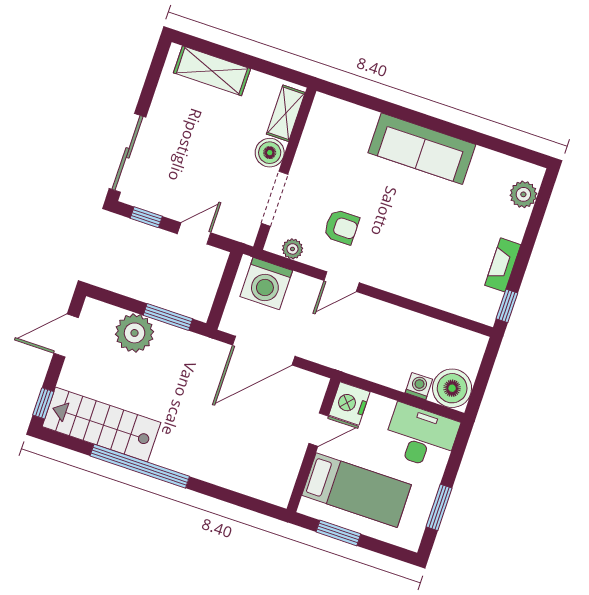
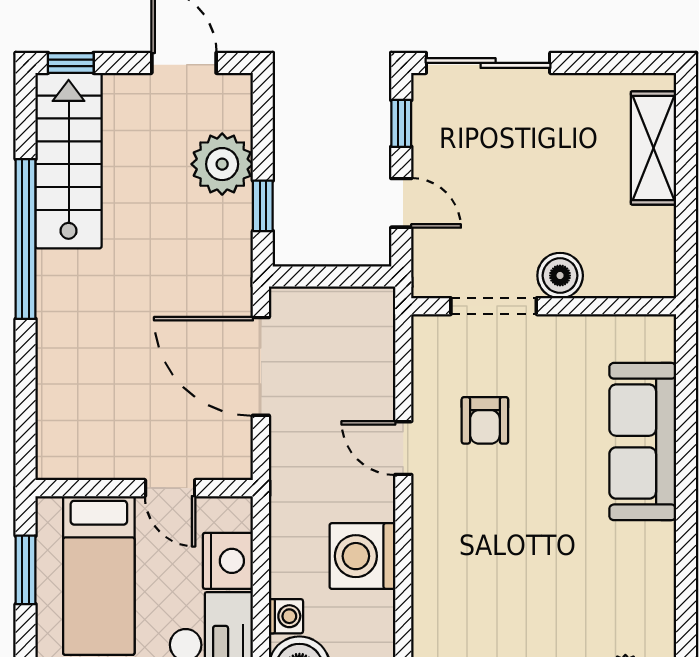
shelving: (286, 113) -> (627, 280), removed
sofa: (422, 149) -> (643, 442), moved
plant: (292, 249) -> (427, 358), removed
washing machine: (266, 284) -> (362, 556), moved
window: (168, 317) -> (263, 206), width x0.67
nightstand: (349, 403) -> (228, 561), moved, turned 90

